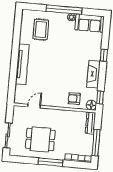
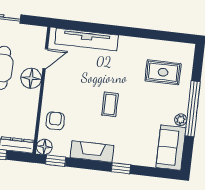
coffee table: (63, 63) -> (110, 104), added
tv unit: (22, 64) -> (87, 39), moved
door: (34, 106) -> (45, 59), hinge flipped
floor lamp: (47, 115) -> (31, 78), added

